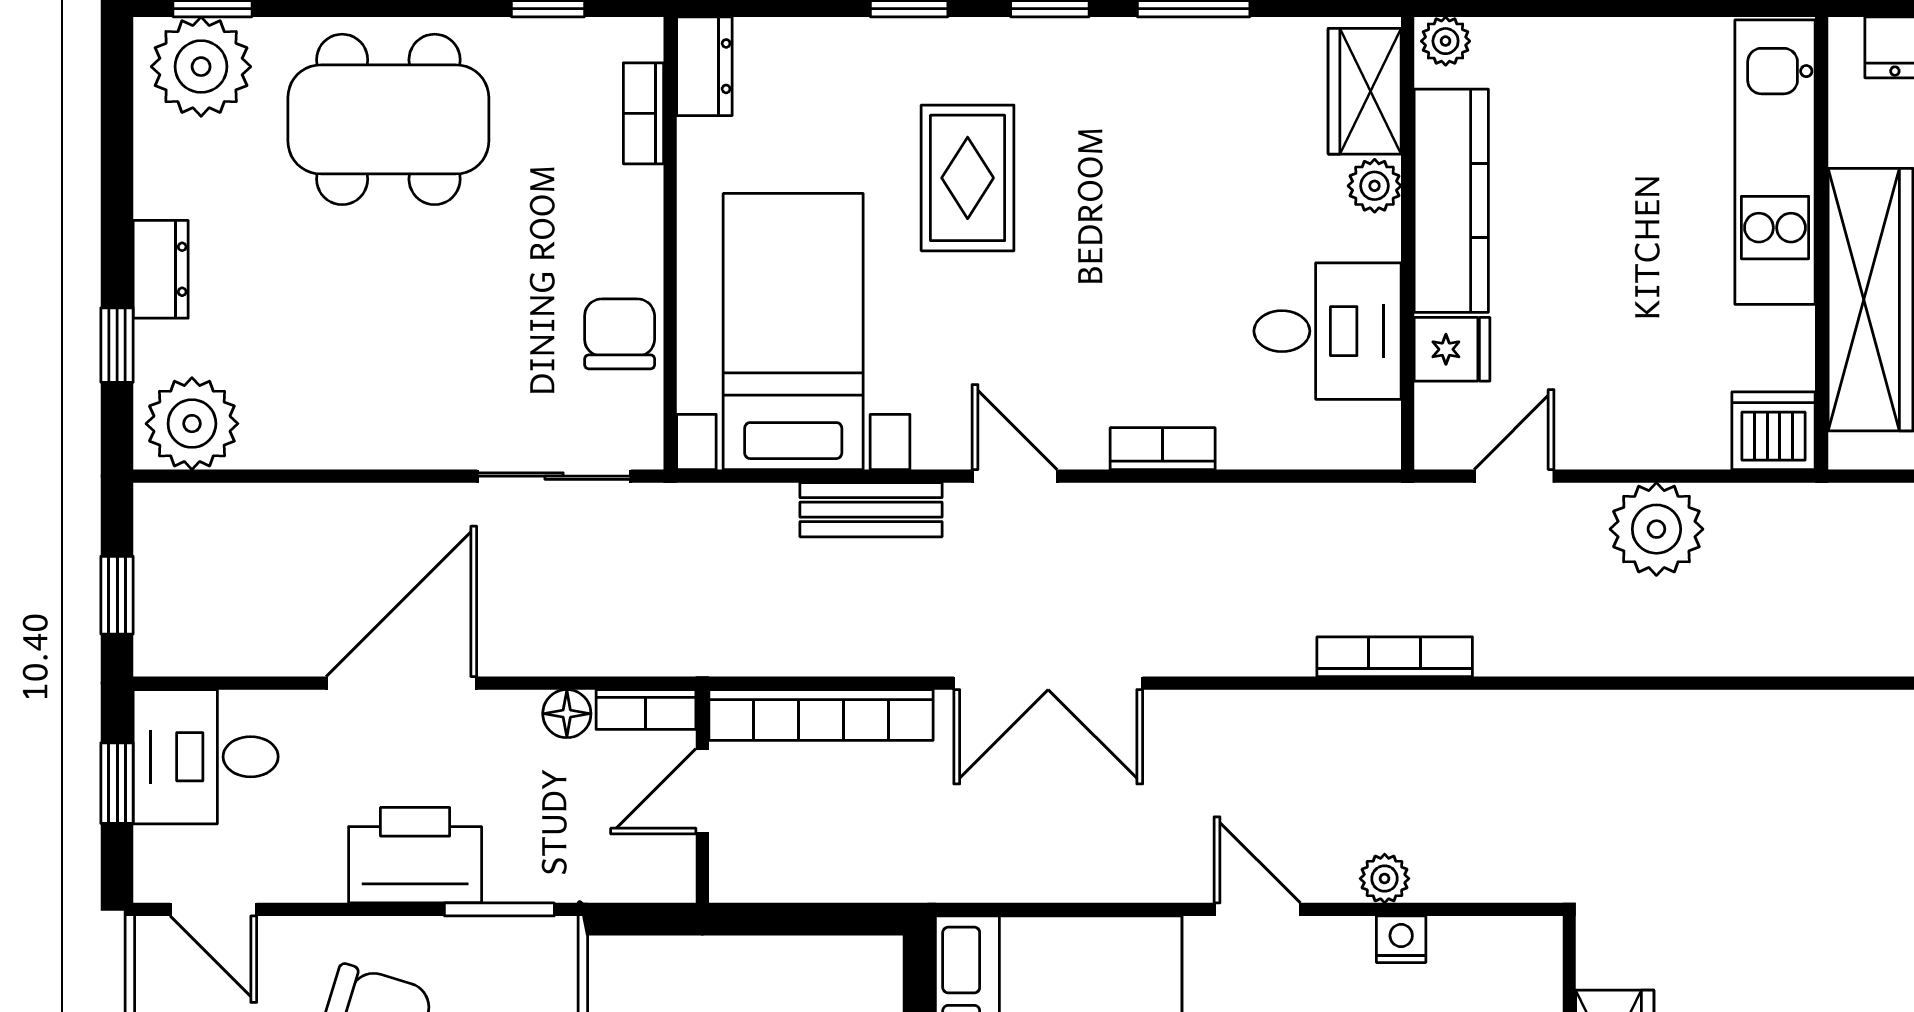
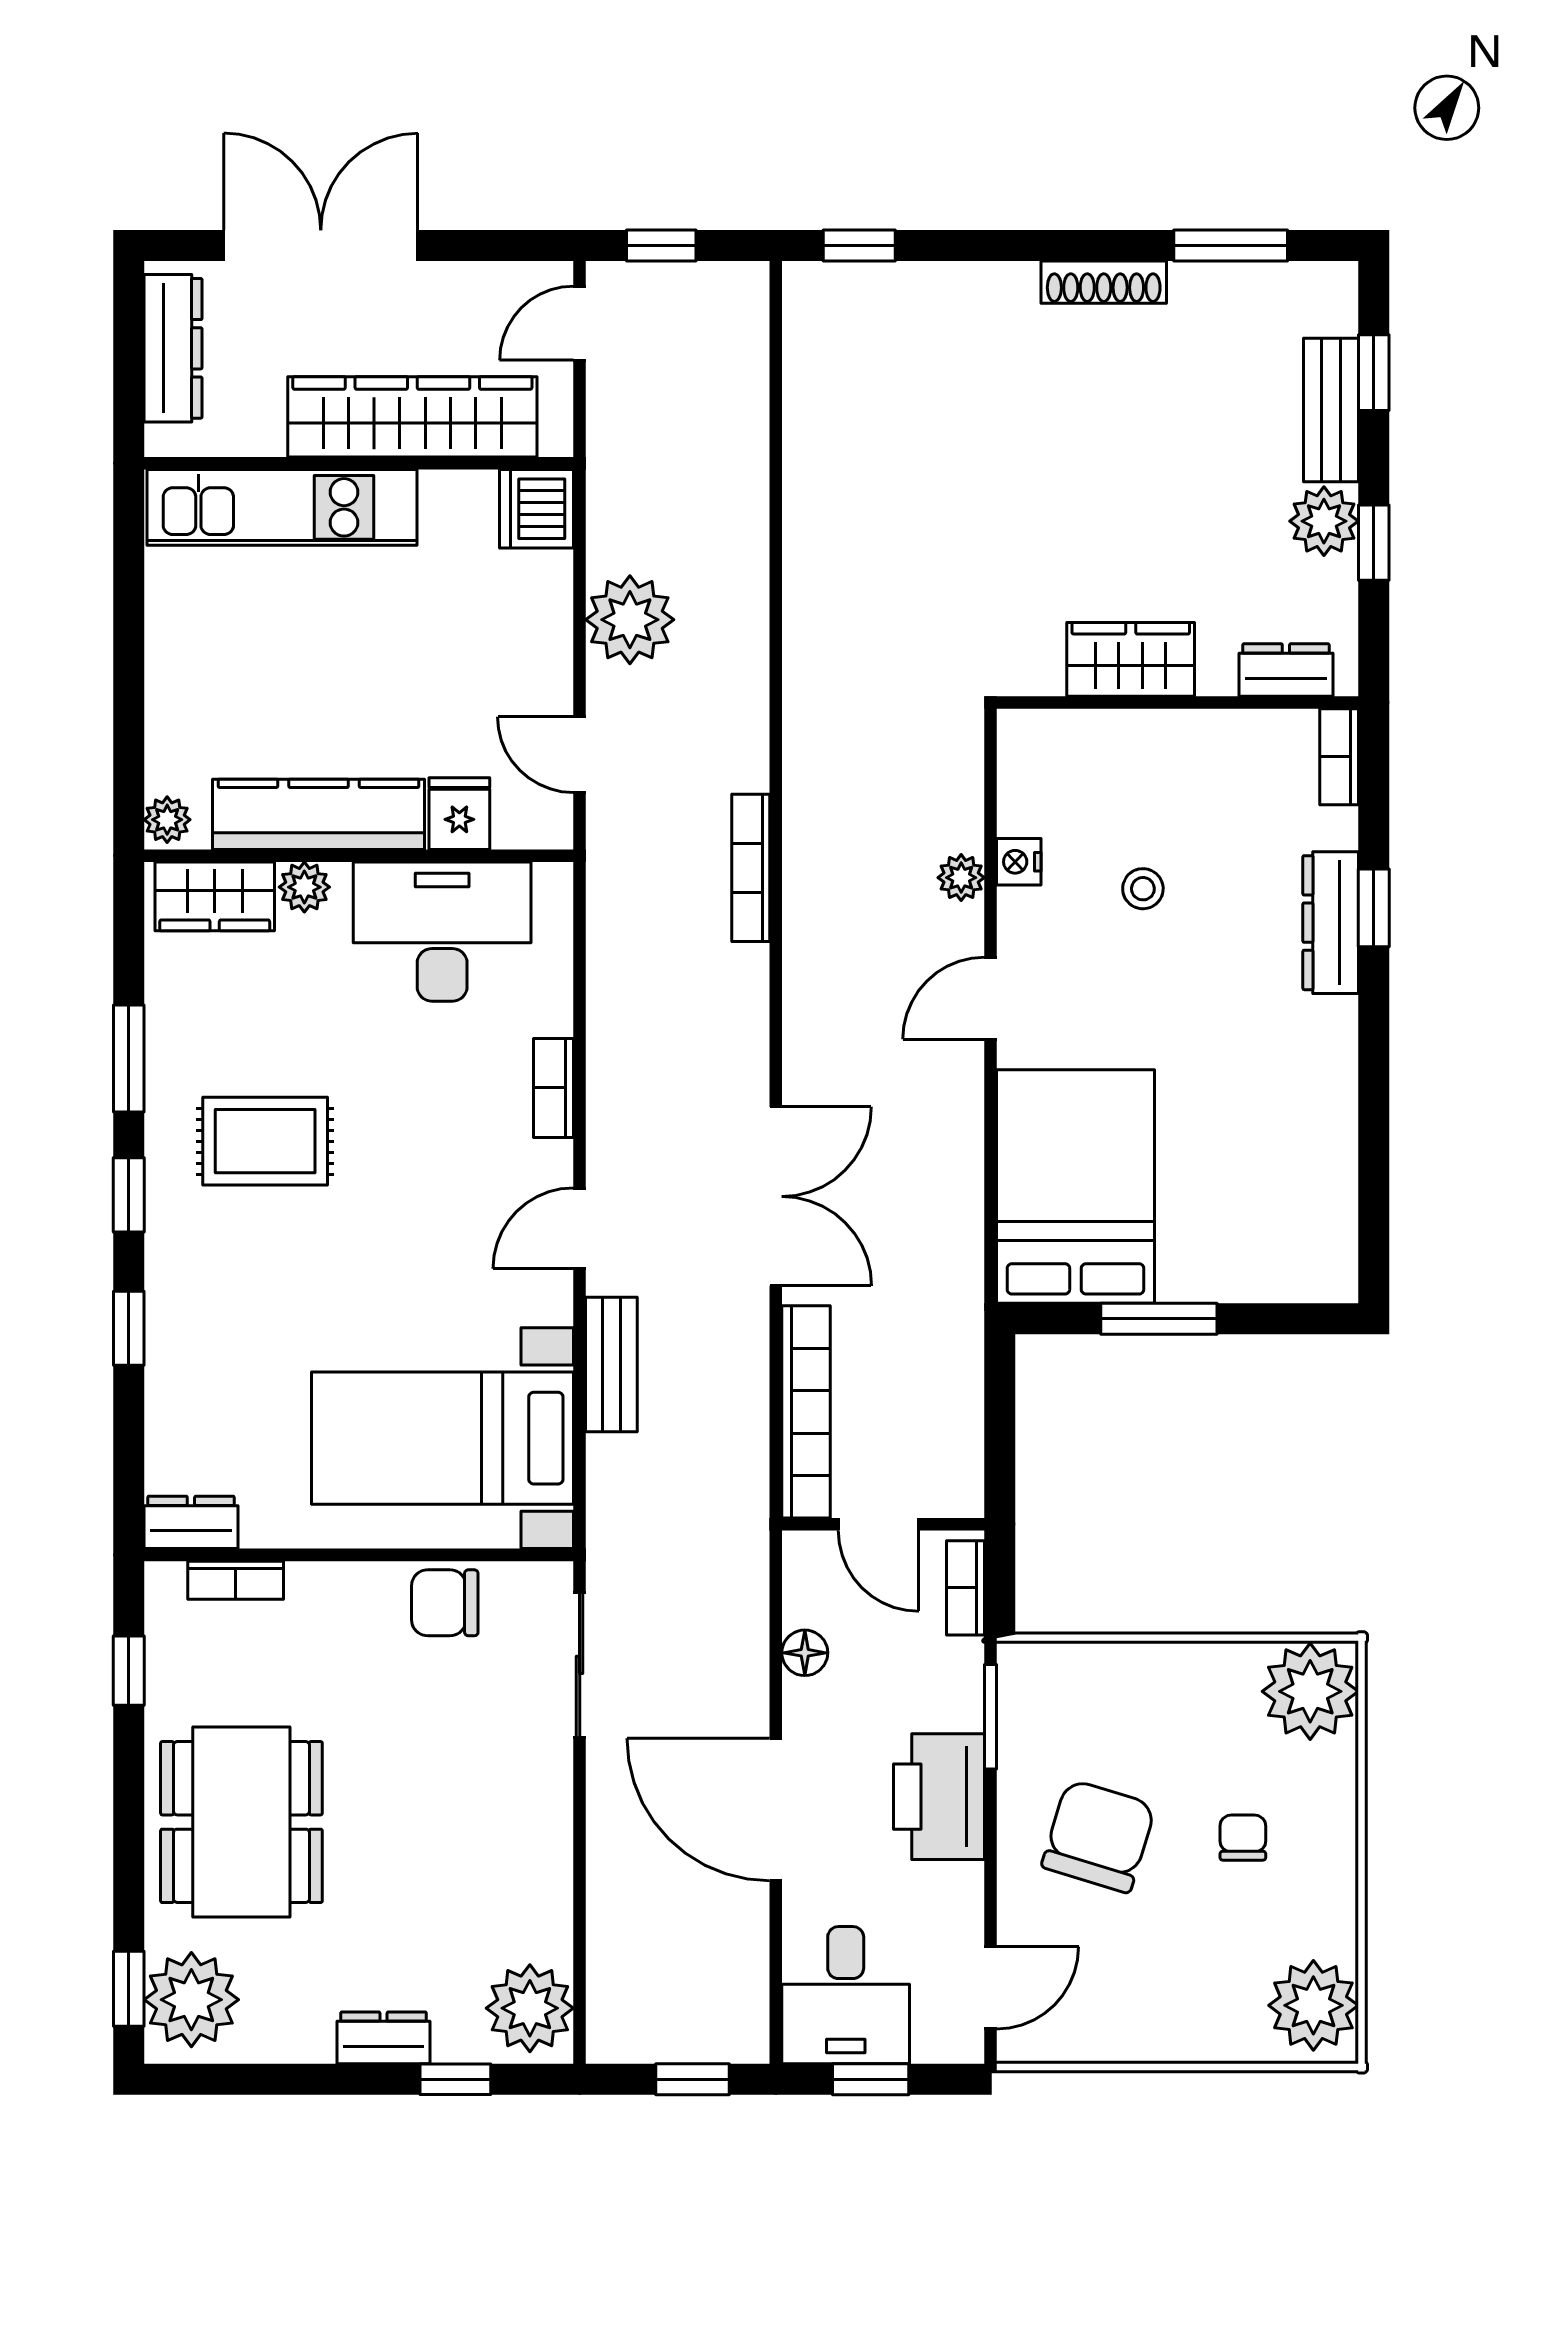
rug: (968, 178) -> (265, 1141), moved
desk: (1327, 331) -> (442, 932), width x1.37
bookcase: (646, 709) -> (965, 1588), moved, turned 180

